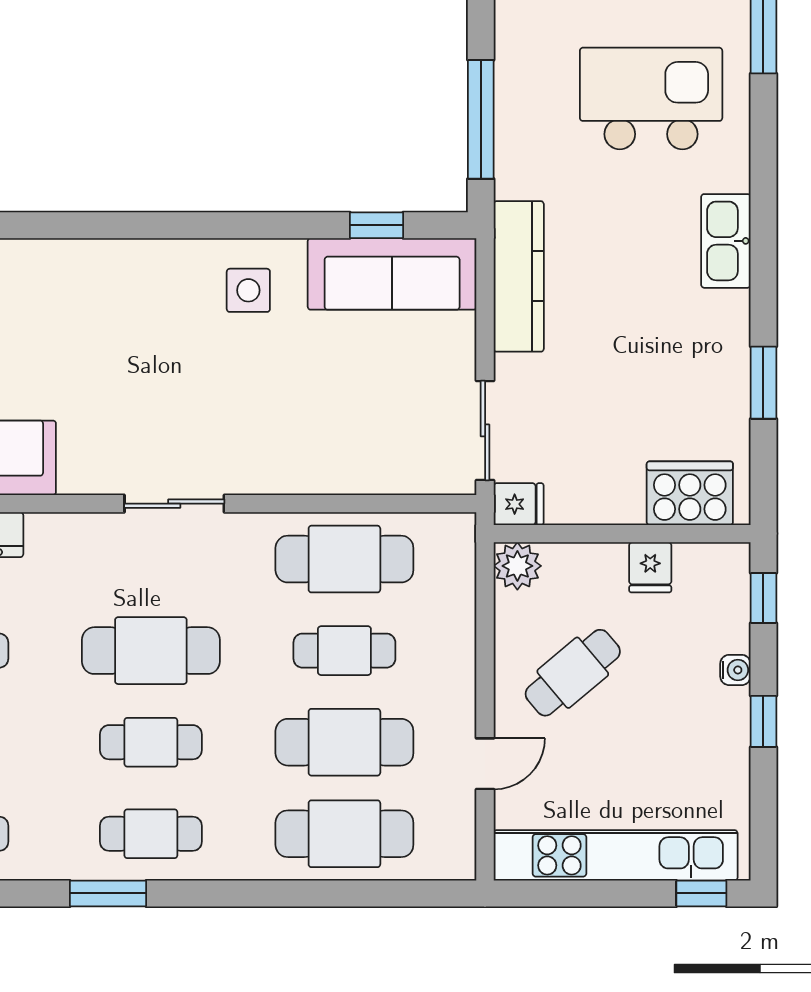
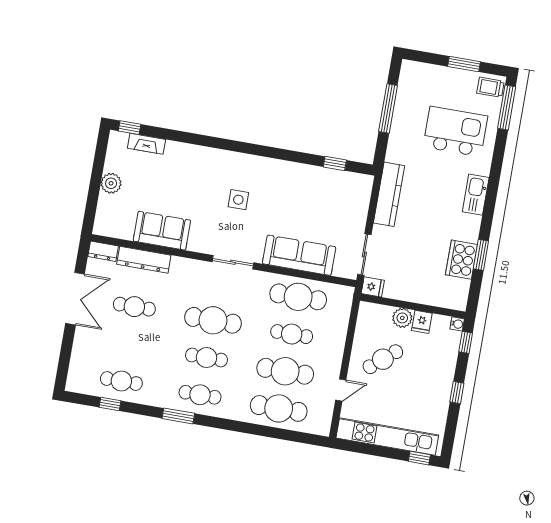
window: (481, 119) -> (388, 109), moved
sofa: (392, 274) -> (299, 255), moved, turned 180
side table: (248, 290) -> (238, 200), moved
cooker: (690, 493) -> (461, 260), moved, turned -90
plant: (517, 566) -> (402, 318), moved
water cooler: (735, 670) -> (457, 324), moved

